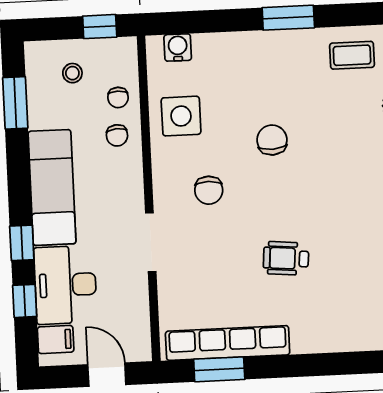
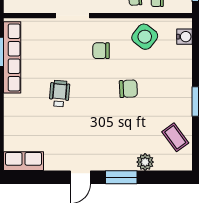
coffee table: (352, 55) -> (175, 137), turned -36
side table: (181, 116) -> (145, 37), turned 38

